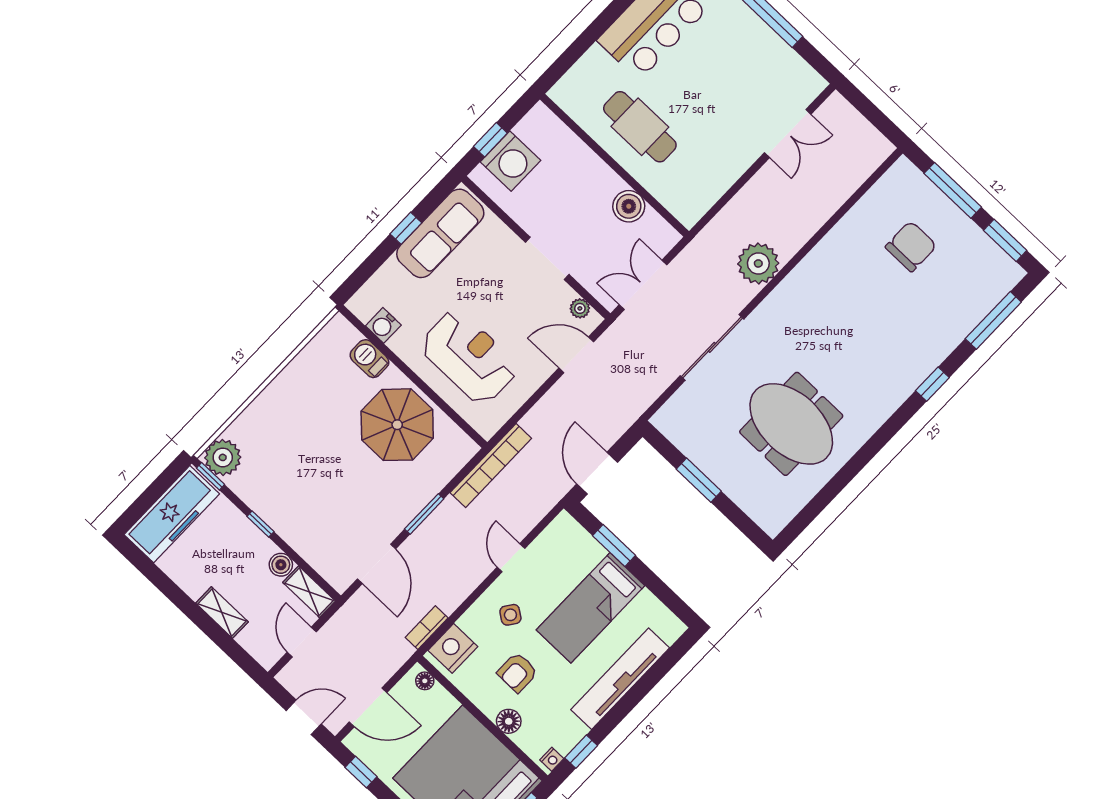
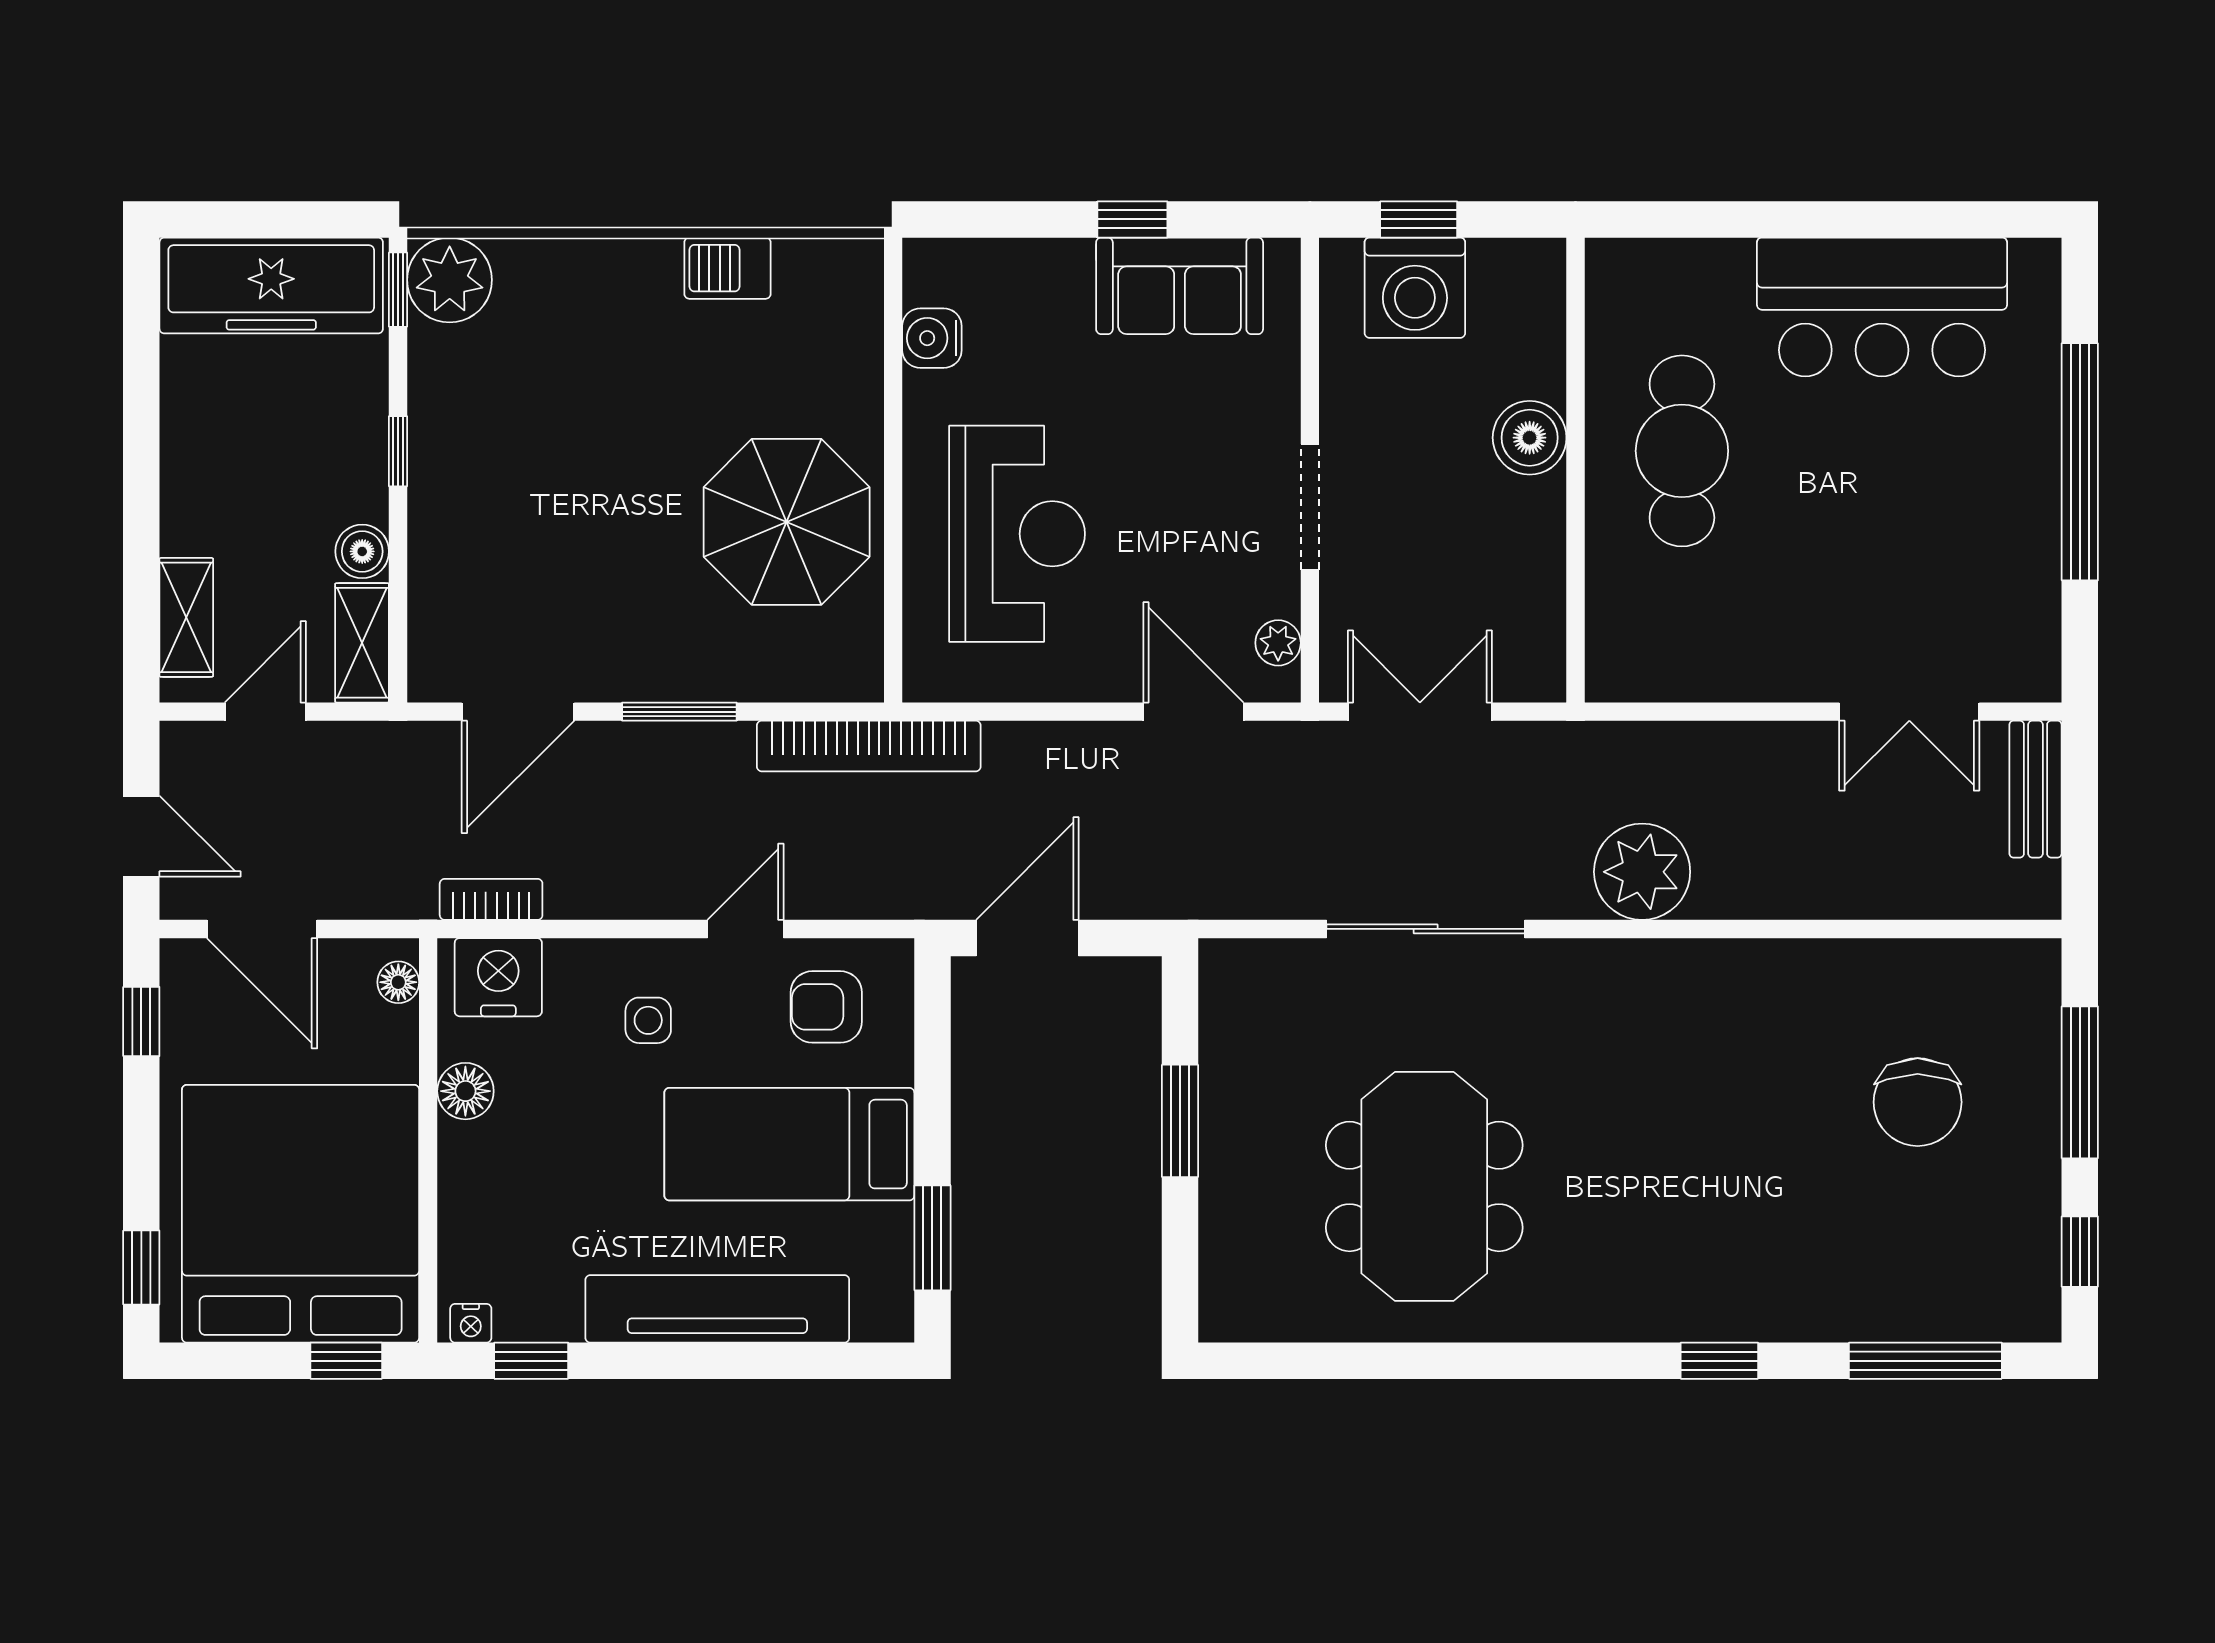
bench: (849, 117) -> (2035, 789), added
boiler: (629, 206) -> (1530, 438), moved
sofa: (440, 233) -> (1180, 286), width x0.73
window: (1005, 240) -> (2080, 1252), width x0.67
chair: (911, 246) -> (1918, 1102), turned 90
barbecue: (369, 359) -> (727, 268), moved, turned -90
window: (614, 546) -> (932, 1238), moved
shelving: (222, 613) -> (186, 617), moved
side table: (510, 615) -> (648, 1020), turned -35
armchair: (517, 672) -> (826, 1007), moved
floor lamp: (509, 721) -> (465, 1091), moved

